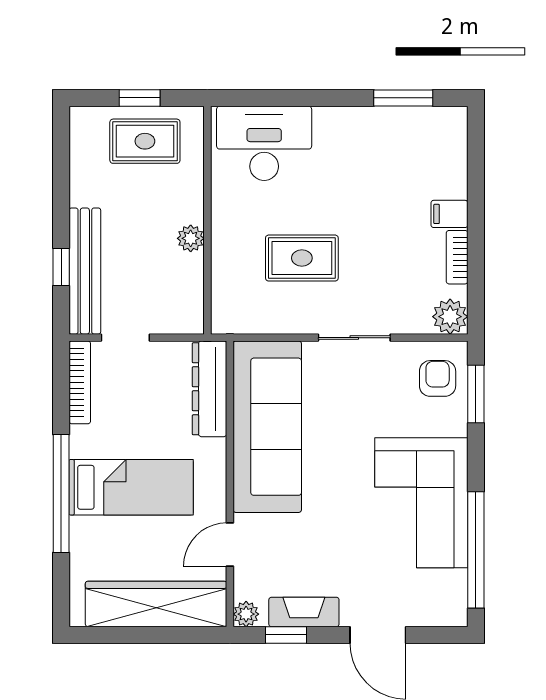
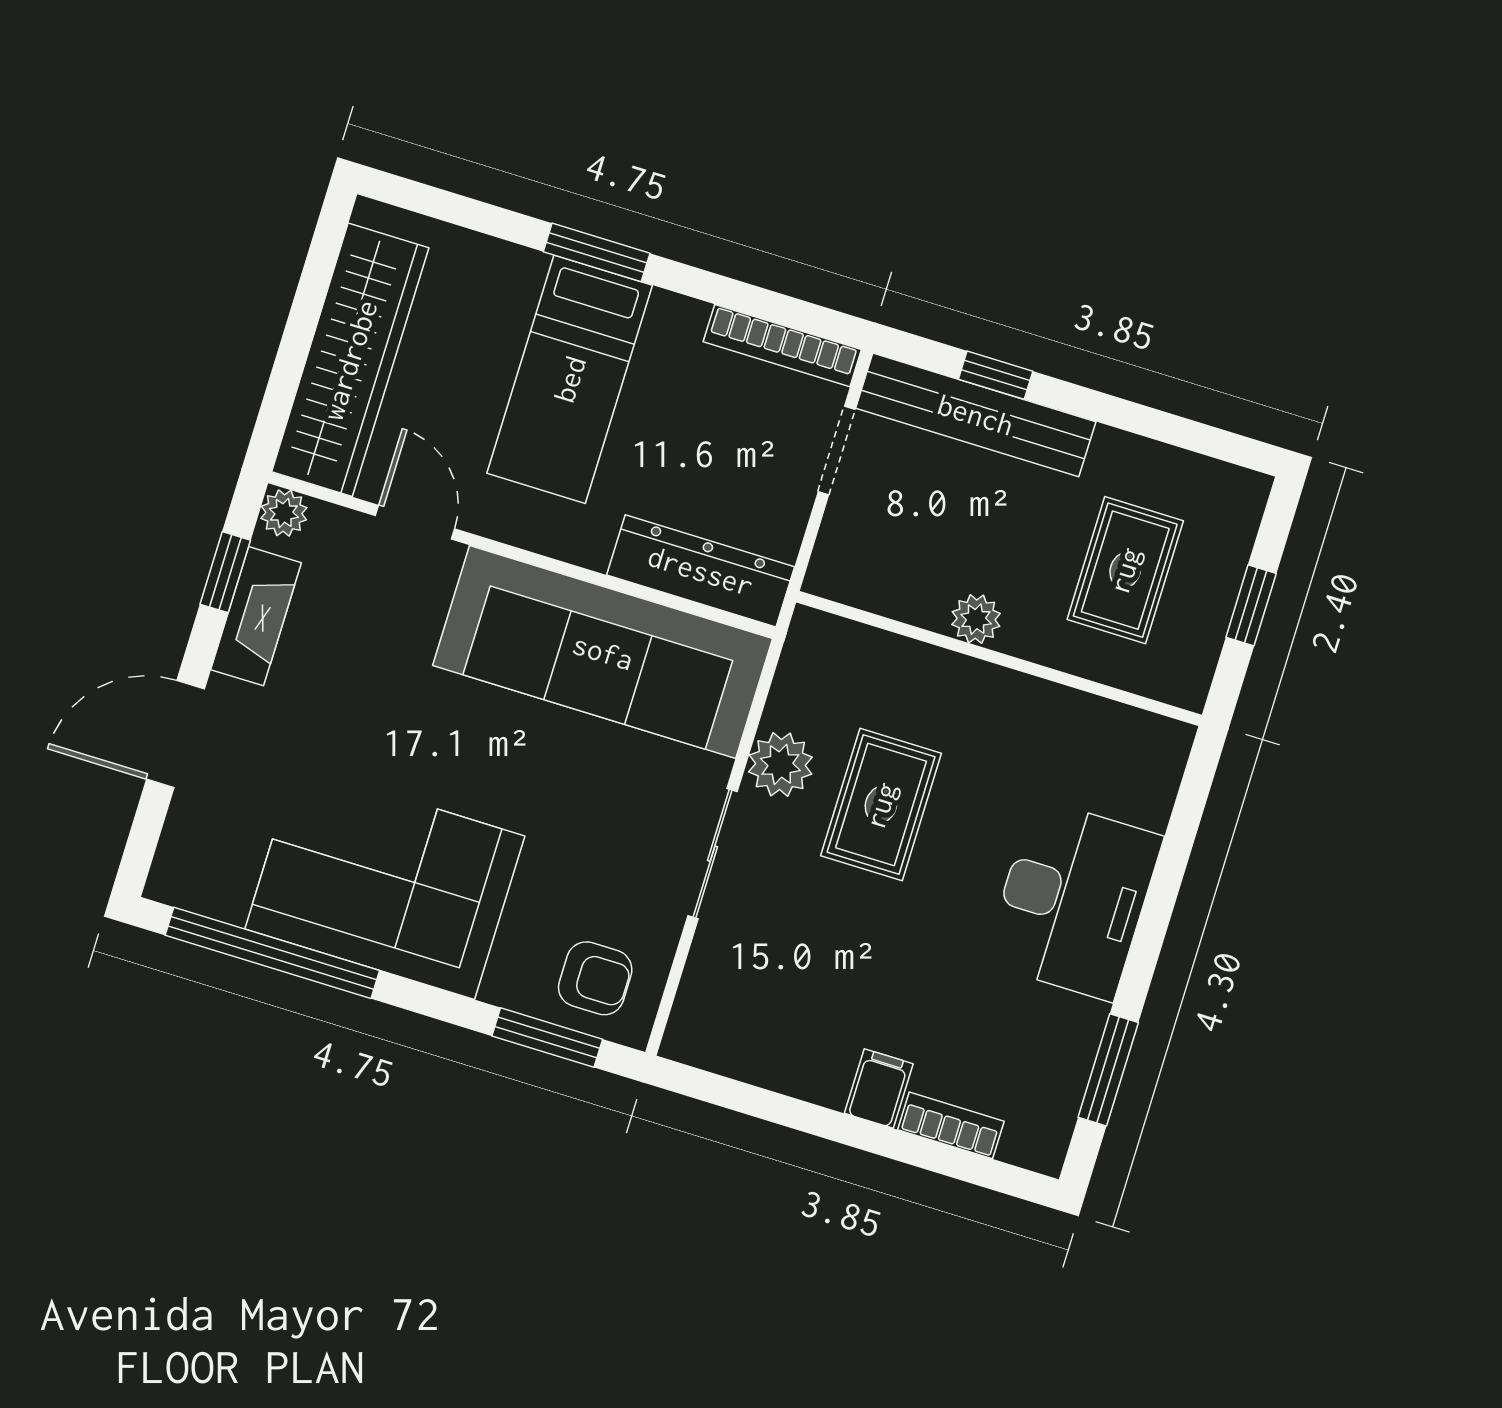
rug: (145, 141) -> (1125, 570), moved
desk: (264, 143) -> (1073, 900), moved
bookcase: (457, 257) -> (951, 1125), moved
plant: (450, 317) -> (780, 765), moved
window: (61, 493) -> (597, 252), width x0.47

